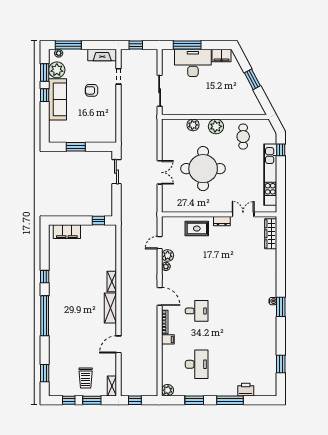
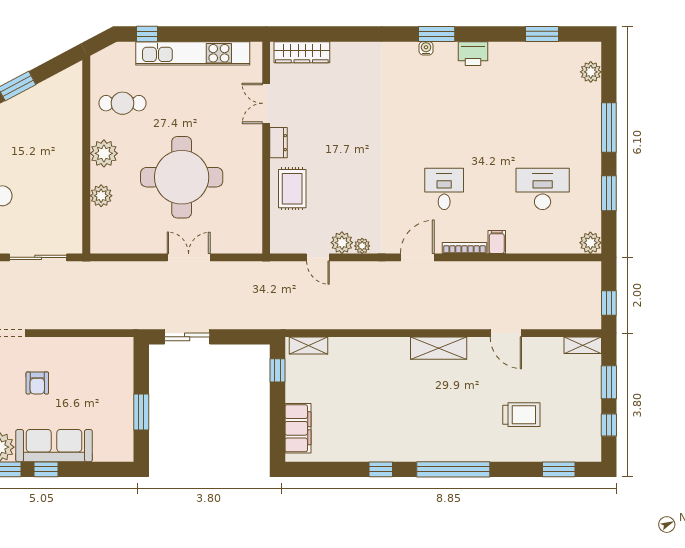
shelving: (112, 282) -> (308, 346), moved
trolley: (86, 378) -> (521, 415), moved
printer: (246, 390) -> (473, 54), moved, turned -90
plant: (260, 390) -> (591, 72), added

